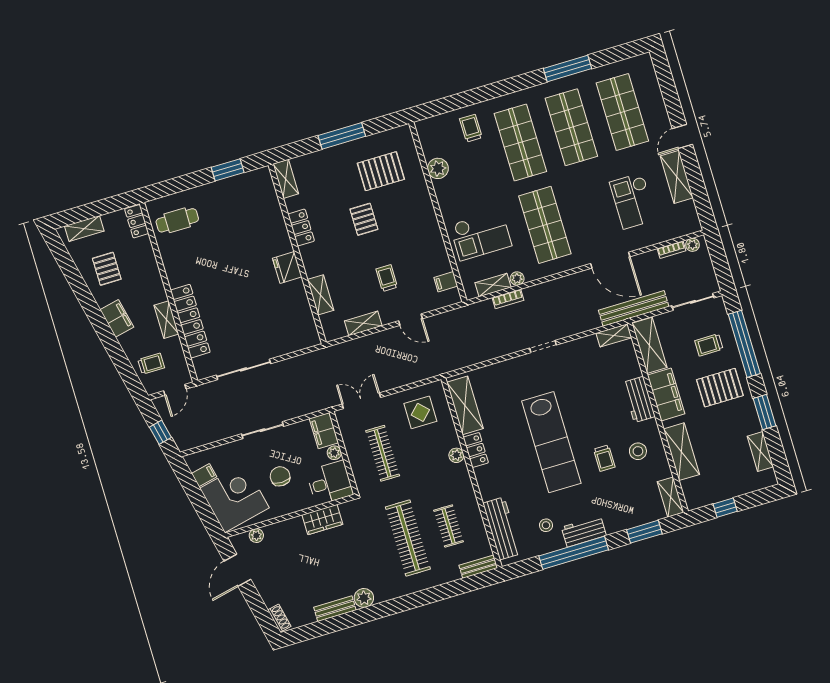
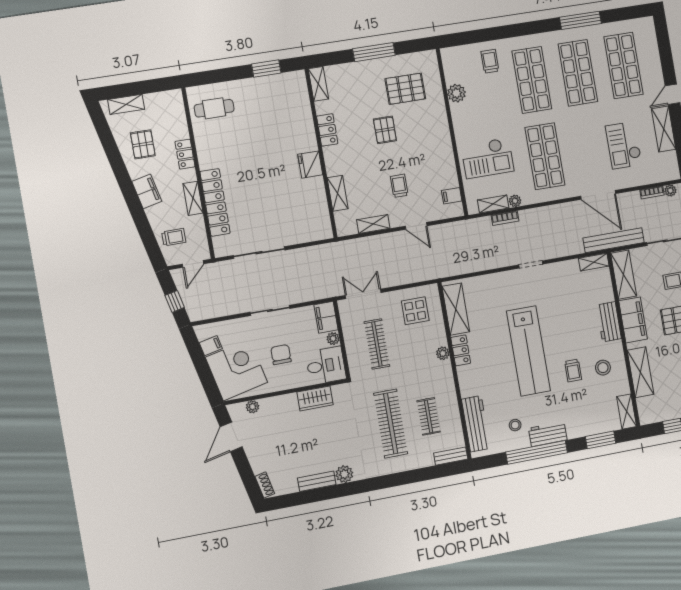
locker: (137, 221) -> (185, 154), moved

